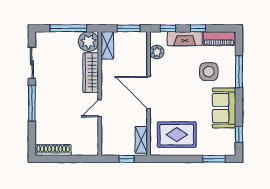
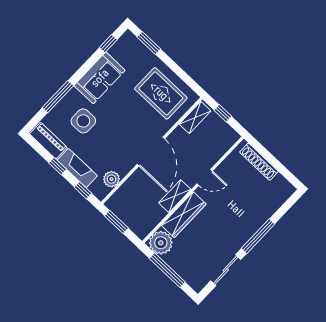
shelving: (107, 45) -> (175, 196), moved
shoe rack: (53, 150) -> (259, 162), moved

